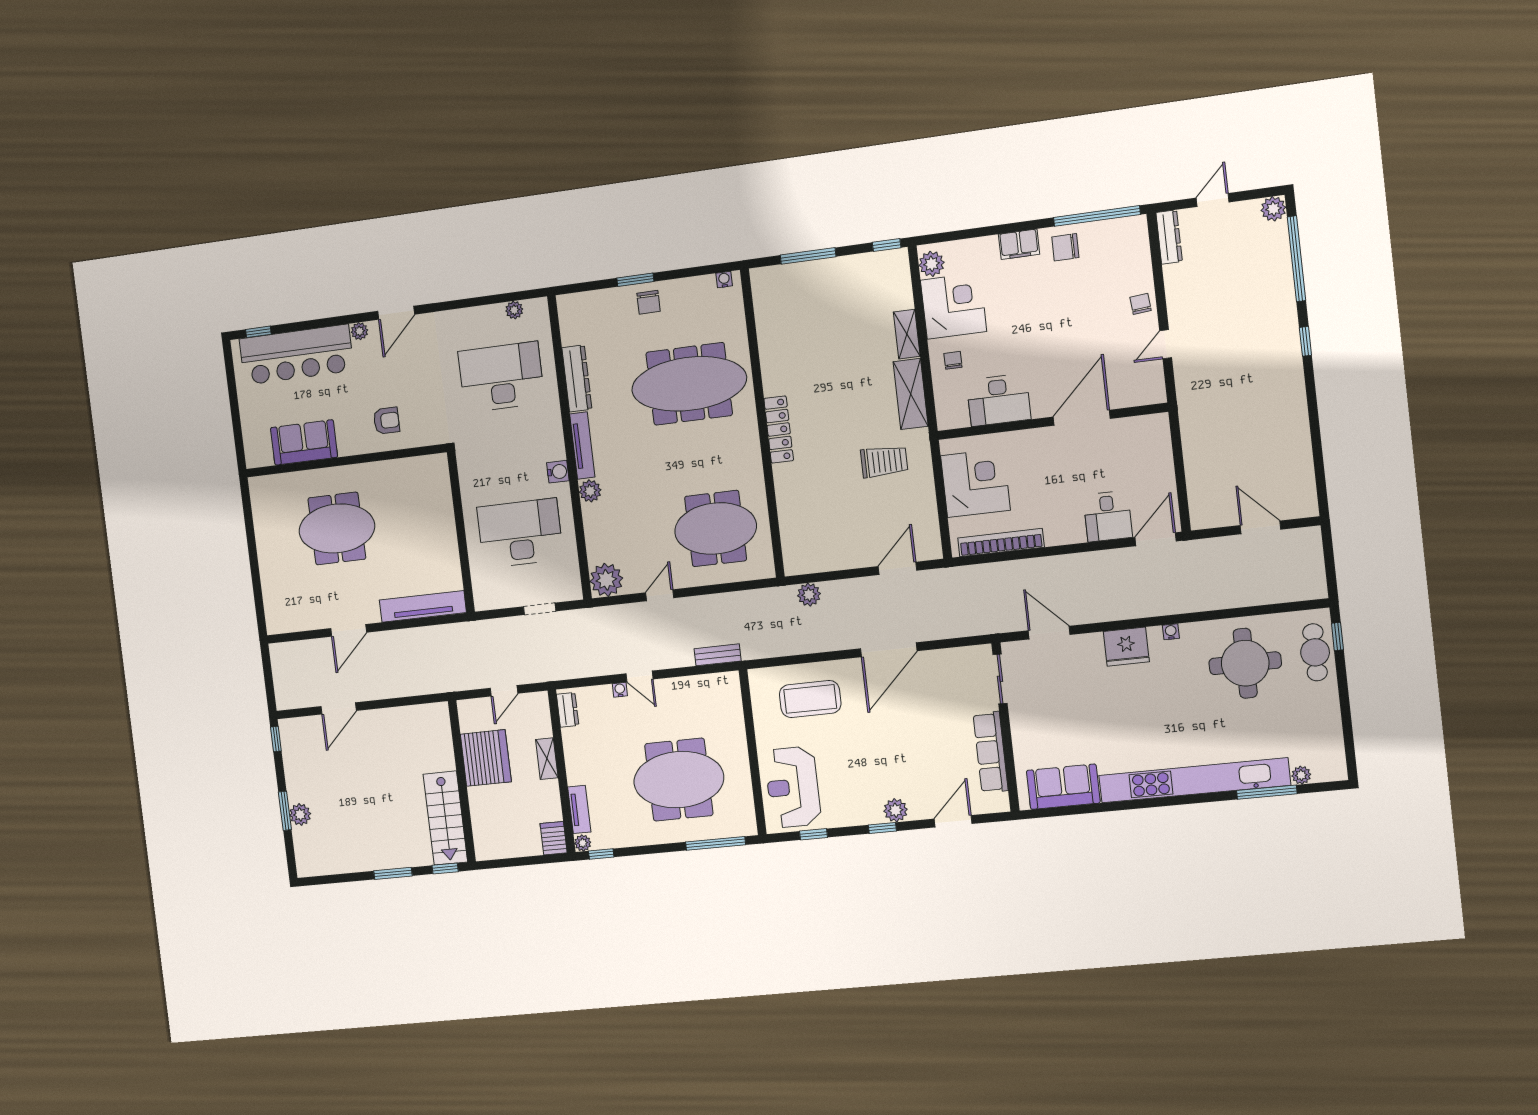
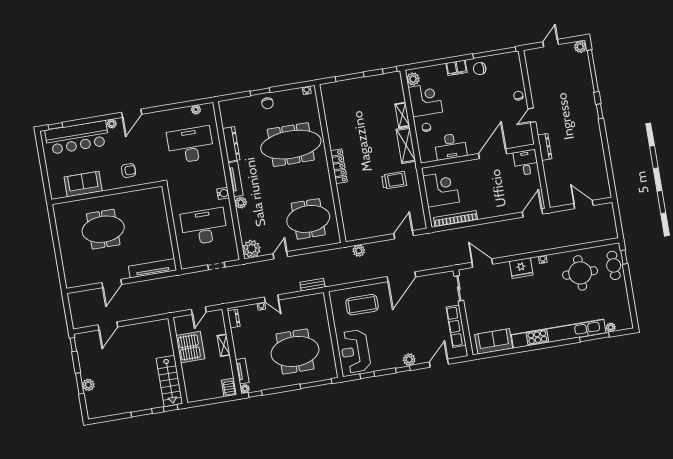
dresser: (1169, 237) -> (545, 147), moved
desk: (1108, 516) -> (526, 163), moved, turned 180

